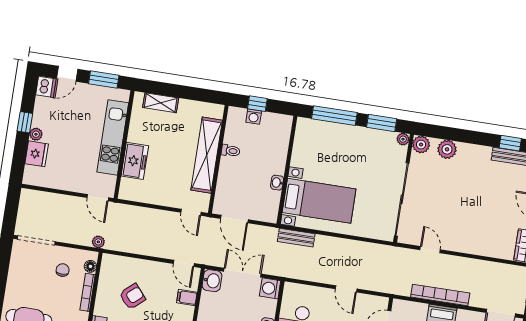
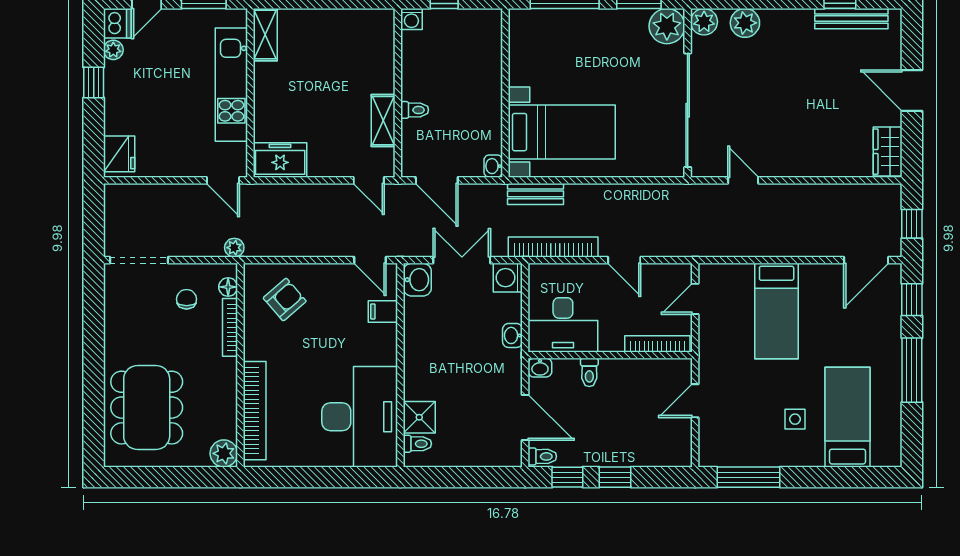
shelving: (161, 103) -> (265, 35), moved, turned 90
washing machine: (254, 117) -> (411, 19), moved
plant: (36, 134) -> (113, 50), moved
plant: (403, 139) -> (667, 26), width x1.87, depth x1.87
toilet: (231, 151) -> (415, 110), moved
fridge: (37, 154) -> (119, 154), moved
shelving: (207, 155) -> (383, 121), width x0.45, depth x0.75
freezer: (135, 161) -> (280, 160), moved, turned -90
washbasin: (277, 183) -> (493, 166), moved
bookcase: (440, 295) -> (553, 247), moved
armchair: (132, 297) -> (285, 300), moved

